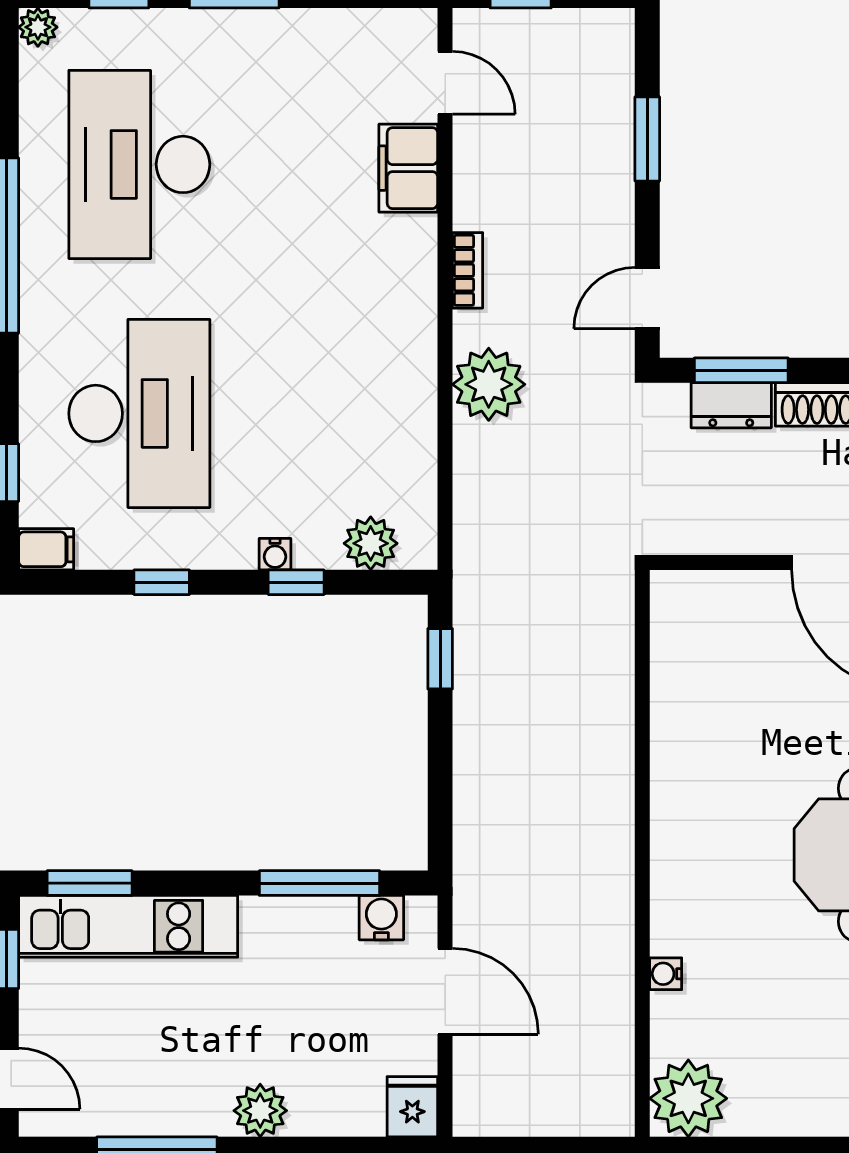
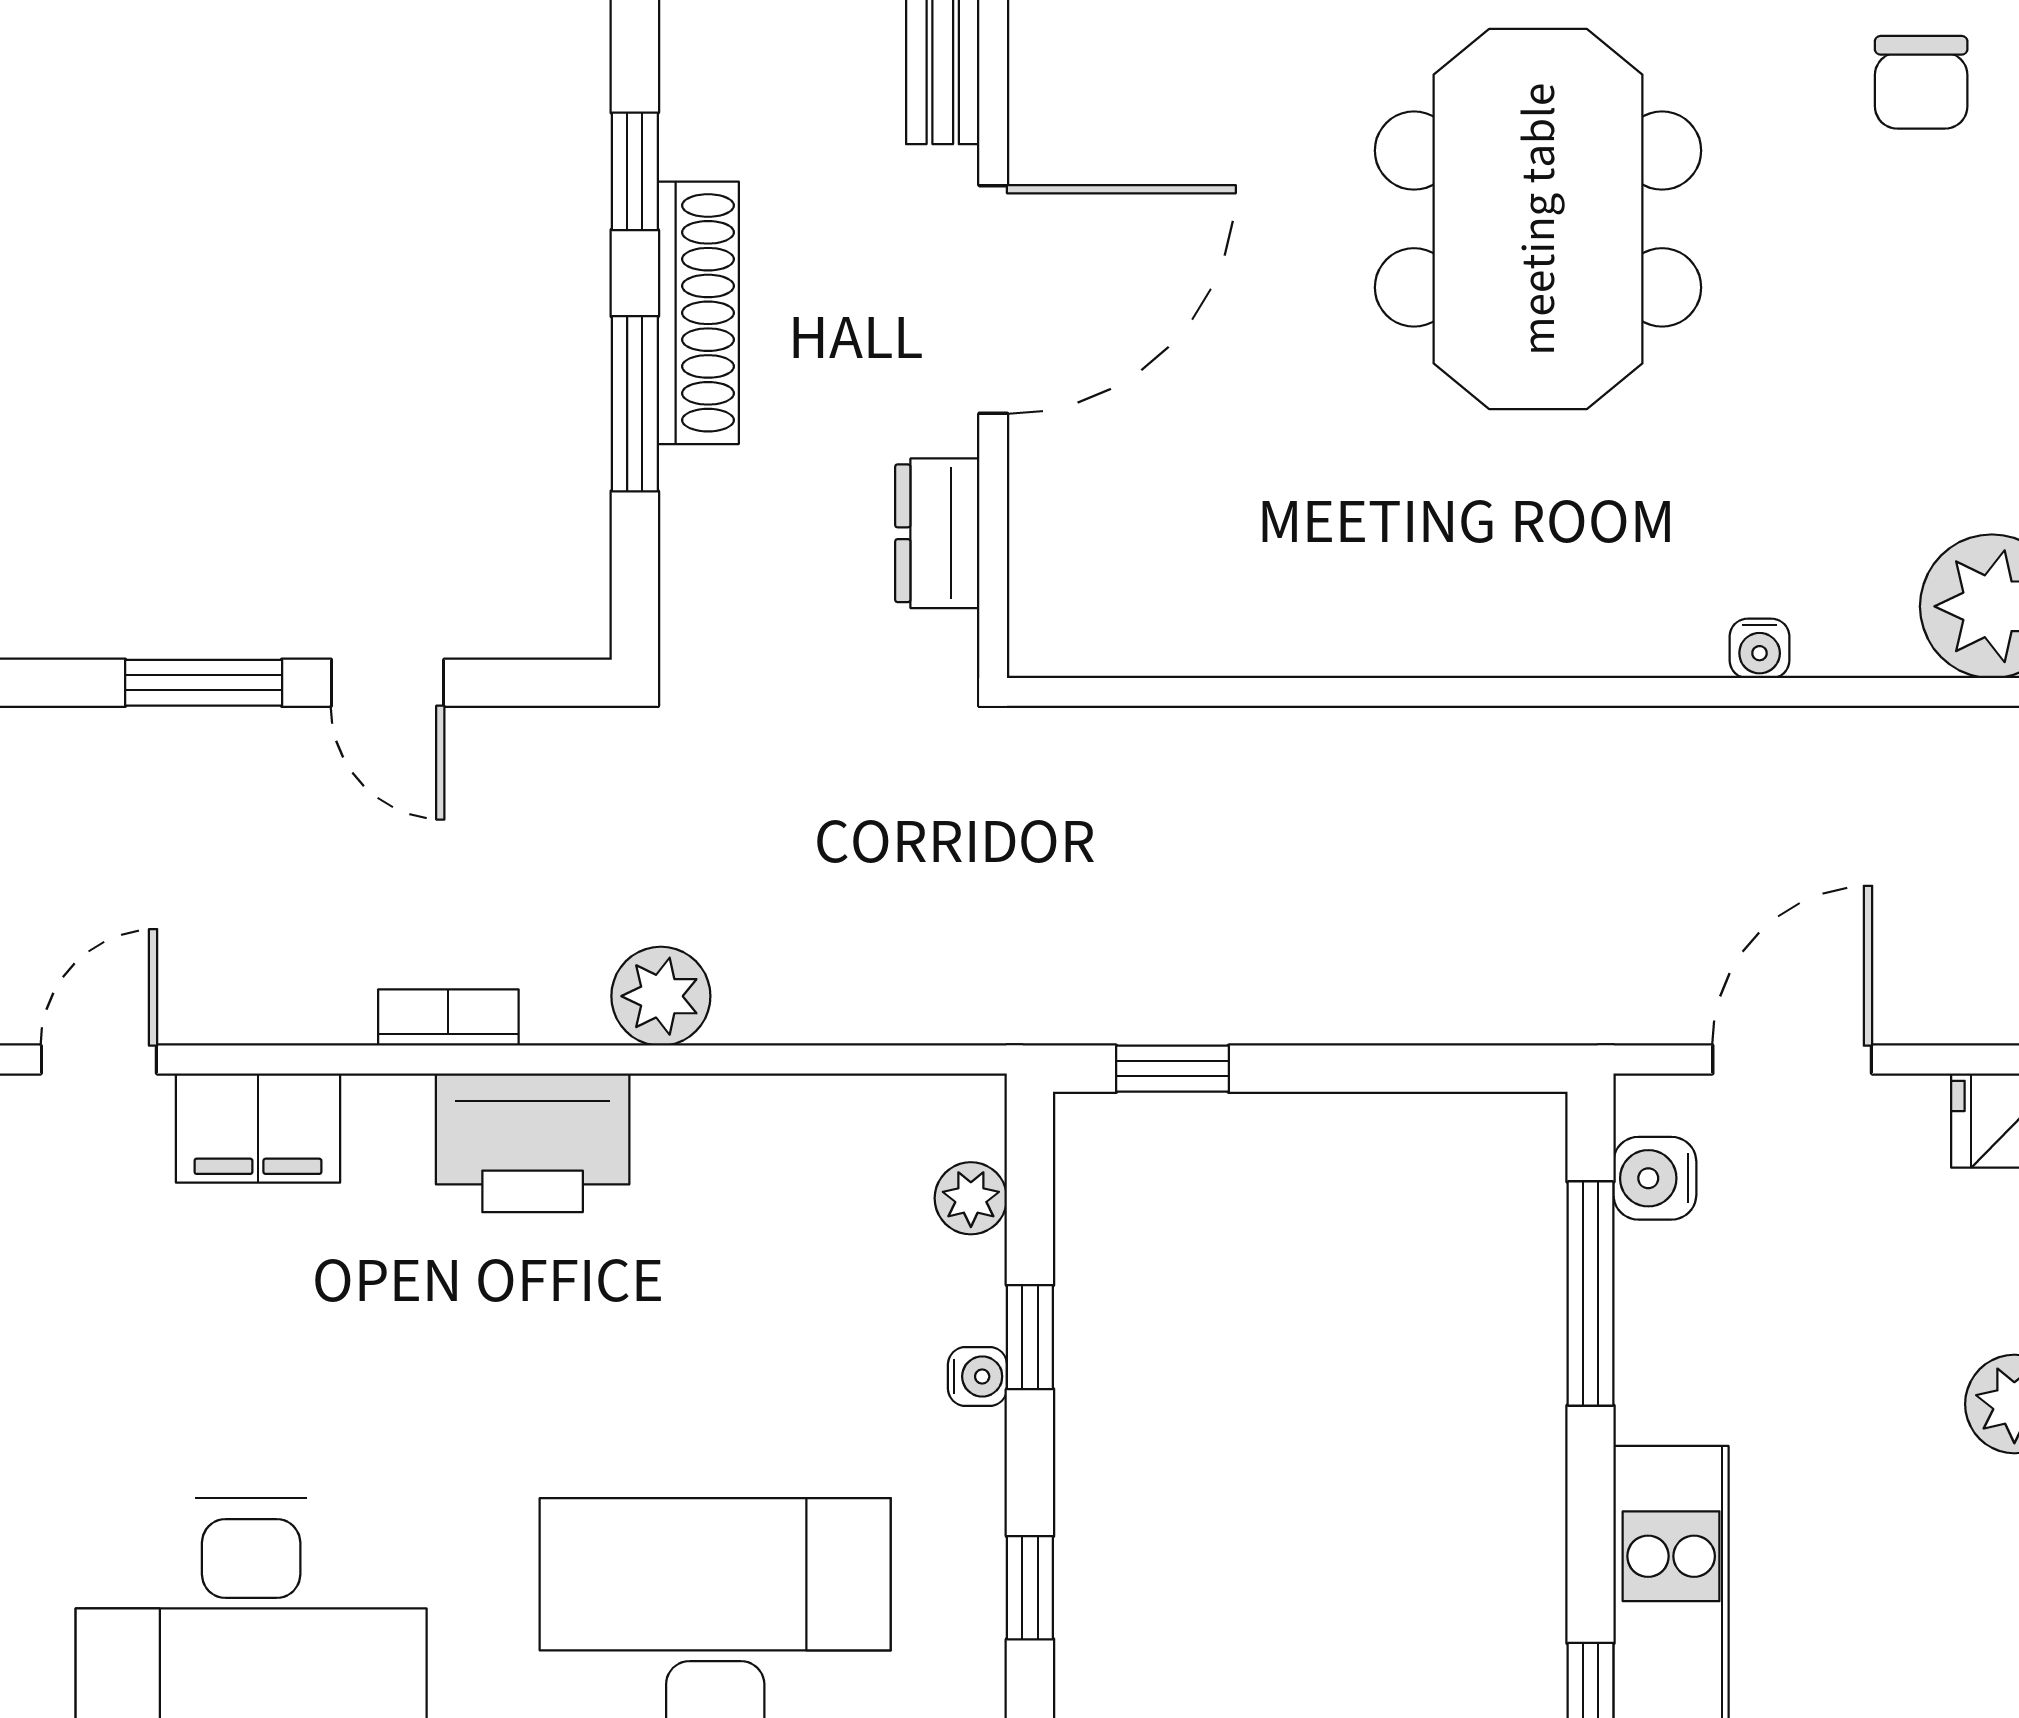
door: (647, 298) -> (388, 683), moved
printer: (400, 315) -> (533, 1143), added
window: (741, 370) -> (635, 404), moved
plant: (489, 384) -> (661, 996), width x0.73, depth x0.73
dresser: (731, 405) -> (937, 533), moved, turned 180
plant: (371, 543) -> (971, 1198), width x0.73, depth x0.73

